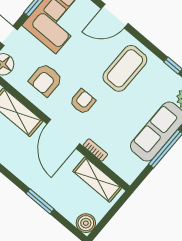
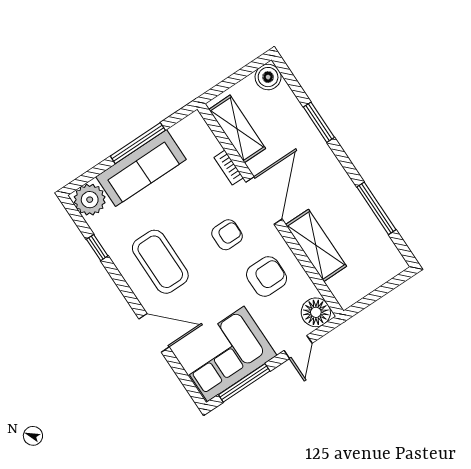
coffee table: (125, 68) -> (160, 262), turned 90
armchair: (83, 102) -> (227, 235), turned 180

